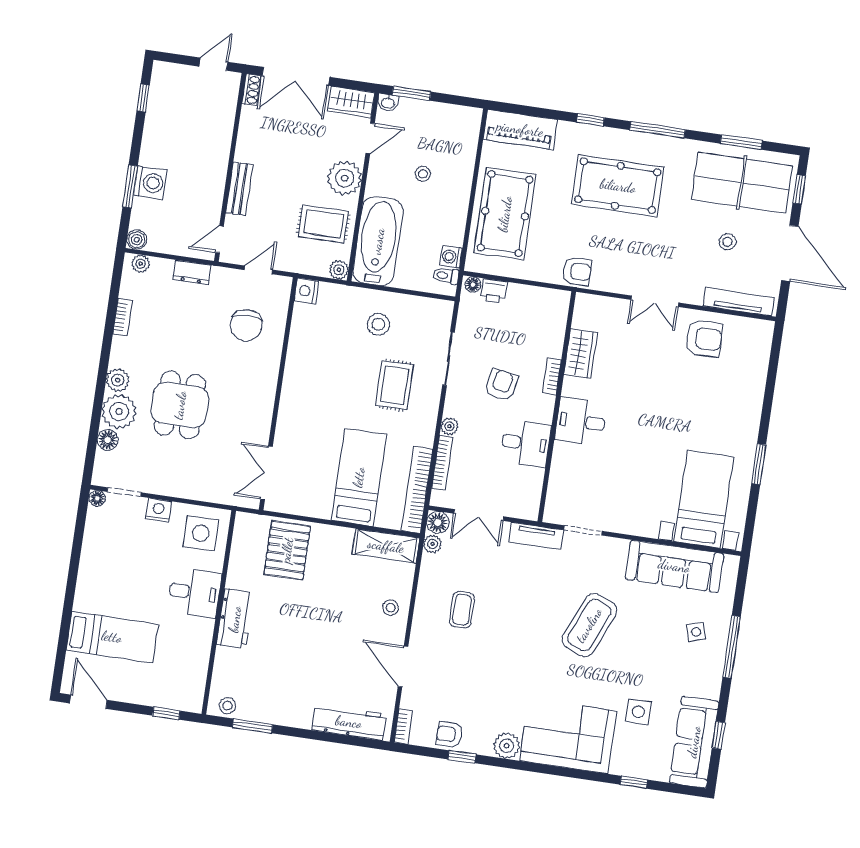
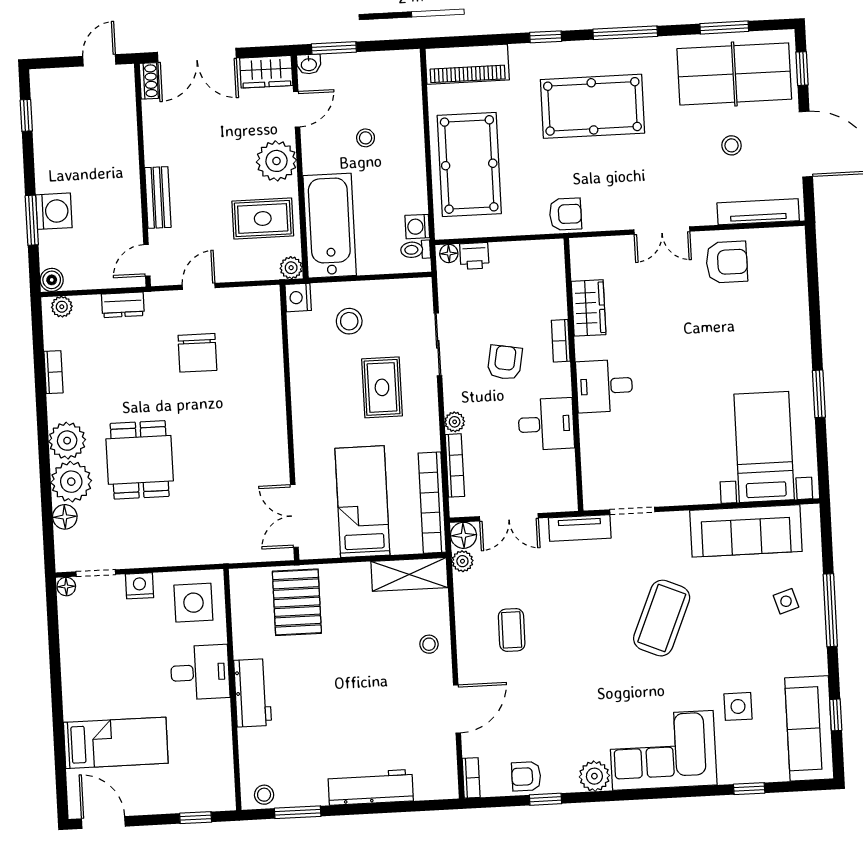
nightstand: (306, 291) -> (298, 297), moved
plant: (118, 380) -> (67, 441), width x1.36, depth x1.36
wall: (278, 394) -> (289, 422), moved
double door: (266, 473) -> (294, 516), moved
door: (403, 666) -> (457, 709), swing flipped
workbench: (349, 722) -> (371, 787), moved

